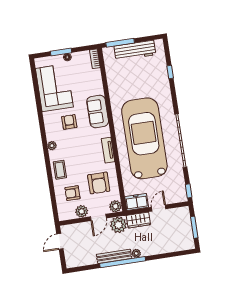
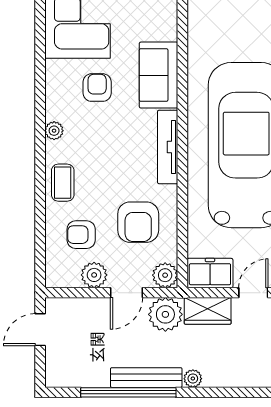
tv unit: (108, 150) -> (168, 147), width x1.41
window: (123, 262) -> (128, 392), moved

